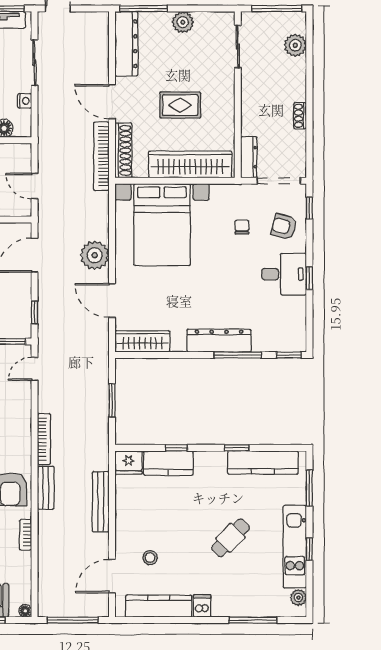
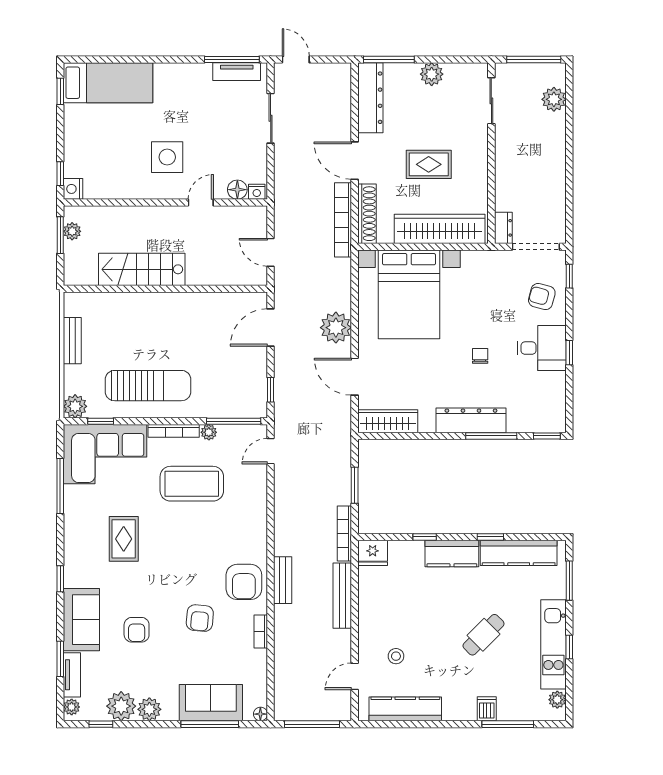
nightstand: (25, 101) -> (257, 192), moved, turned 90
shoe rack: (300, 116) -> (559, 176), removed
dresser: (249, 157) -> (503, 228), width x0.70
chair: (242, 227) -> (480, 356), moved
bookcase: (44, 439) -> (344, 533), moved, turned 180
kitchen counter: (168, 463) -> (452, 553), moved
door: (112, 576) -> (355, 676), width x0.73
dishwasher: (202, 606) -> (487, 709), moved

